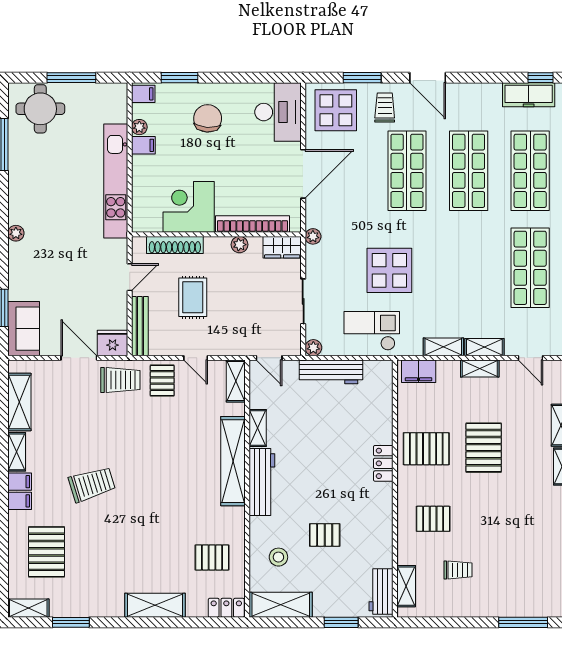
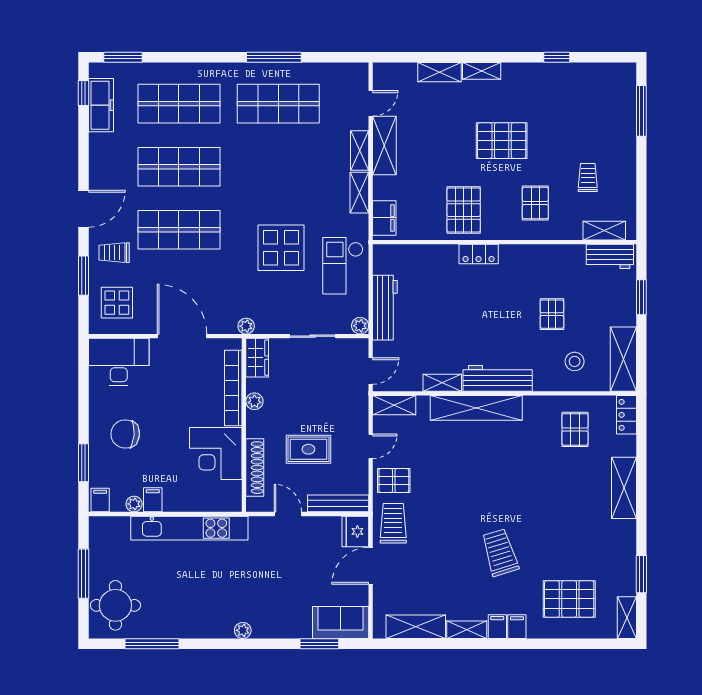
display table: (336, 110) -> (117, 303), width x0.73, depth x0.73
shelving: (480, 369) -> (384, 145), width x1.50, depth x1.33
pallet: (484, 448) -> (502, 141), moved

